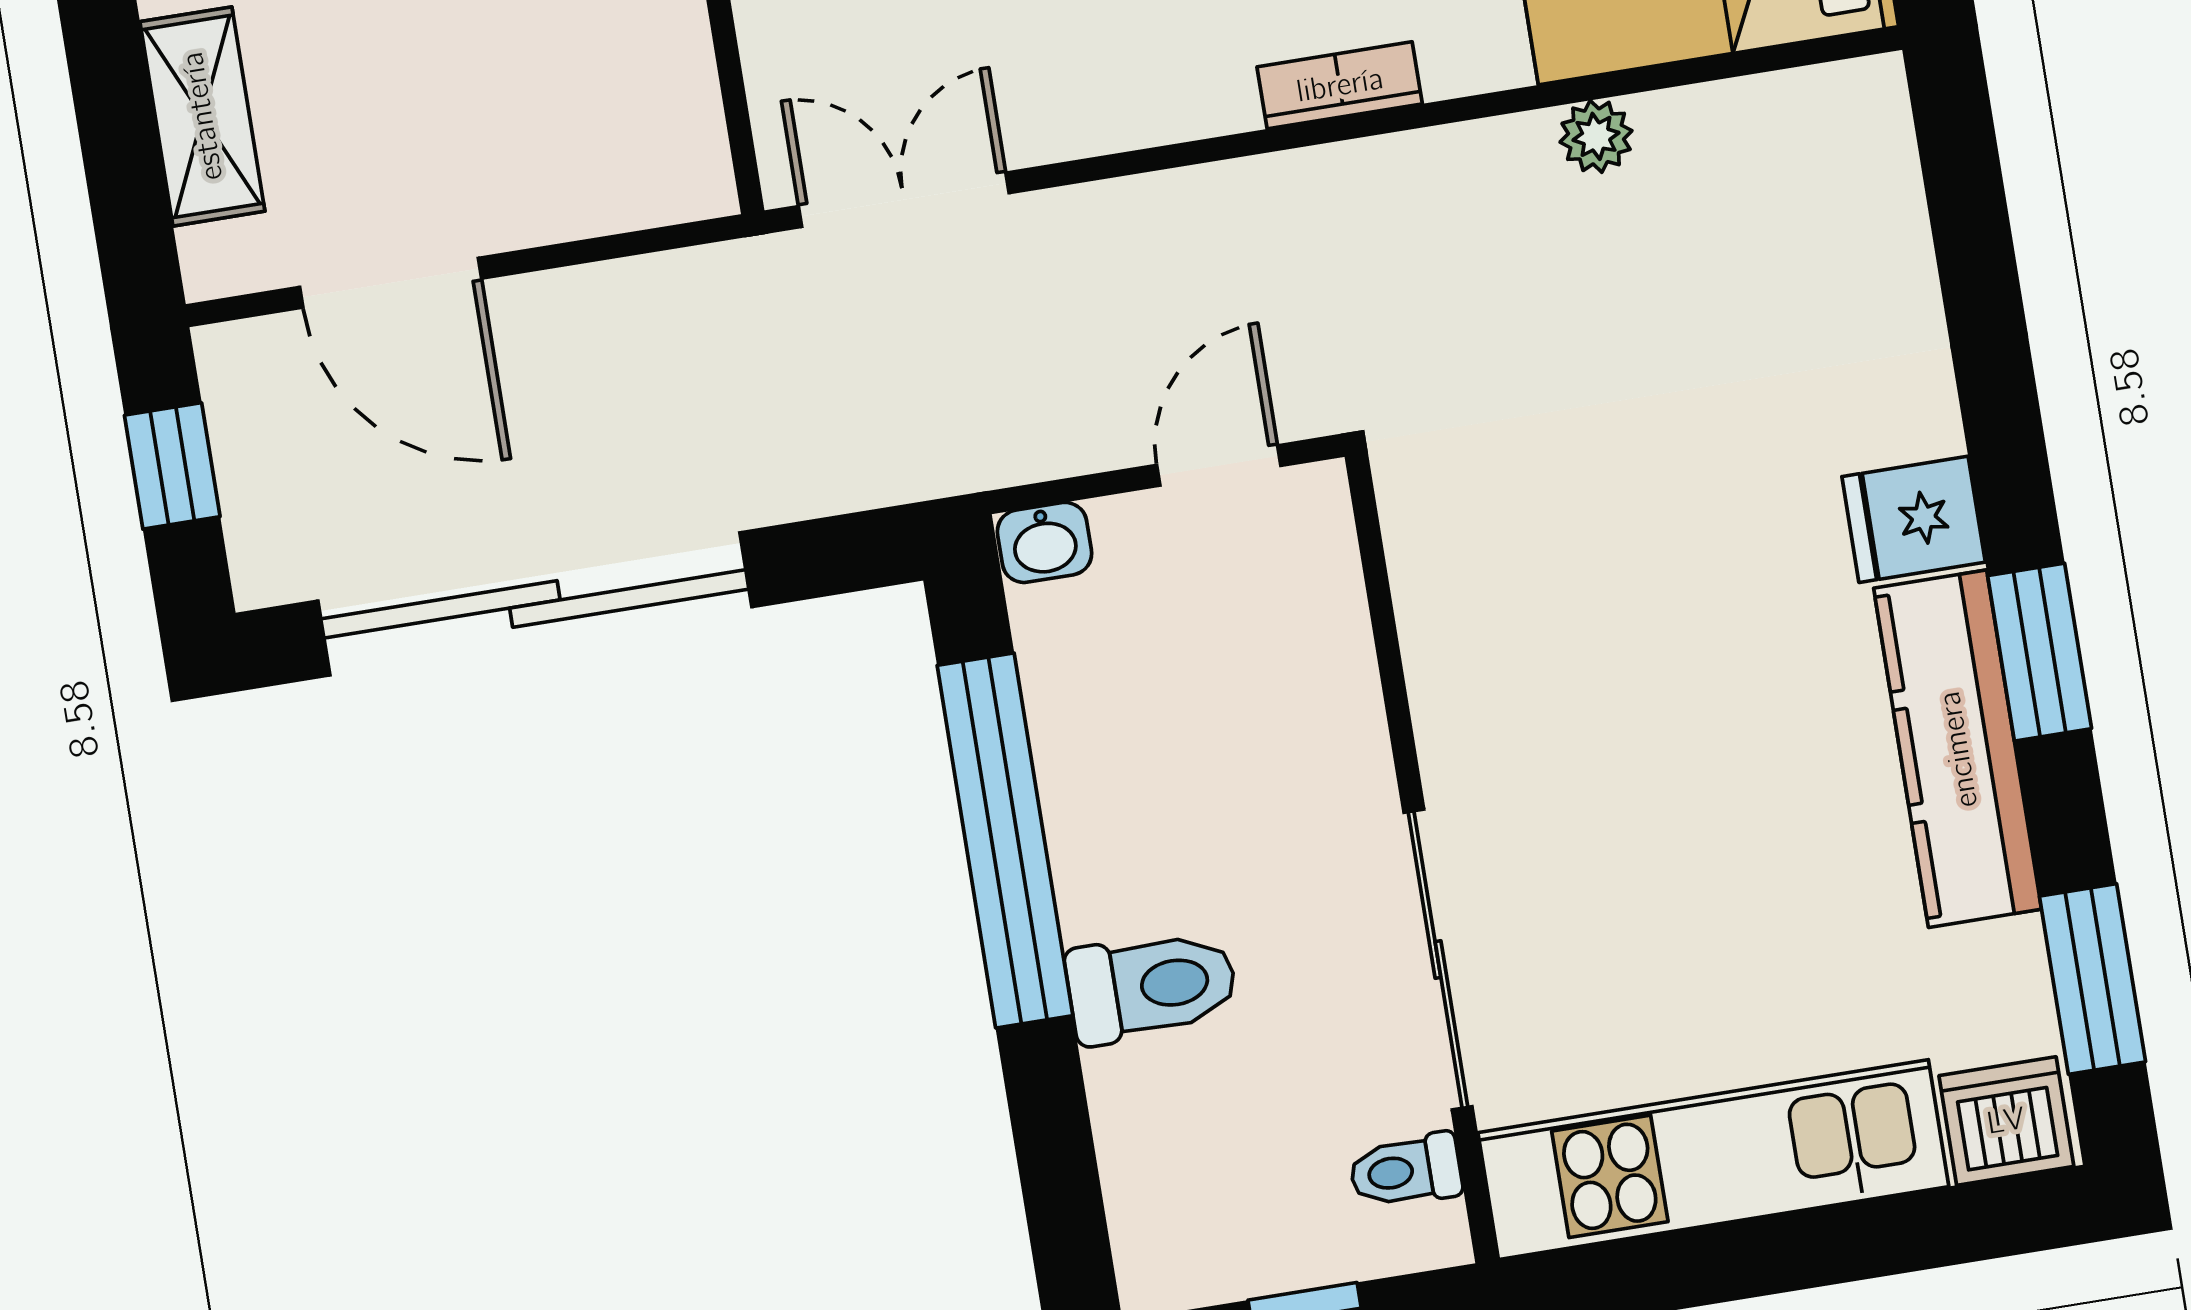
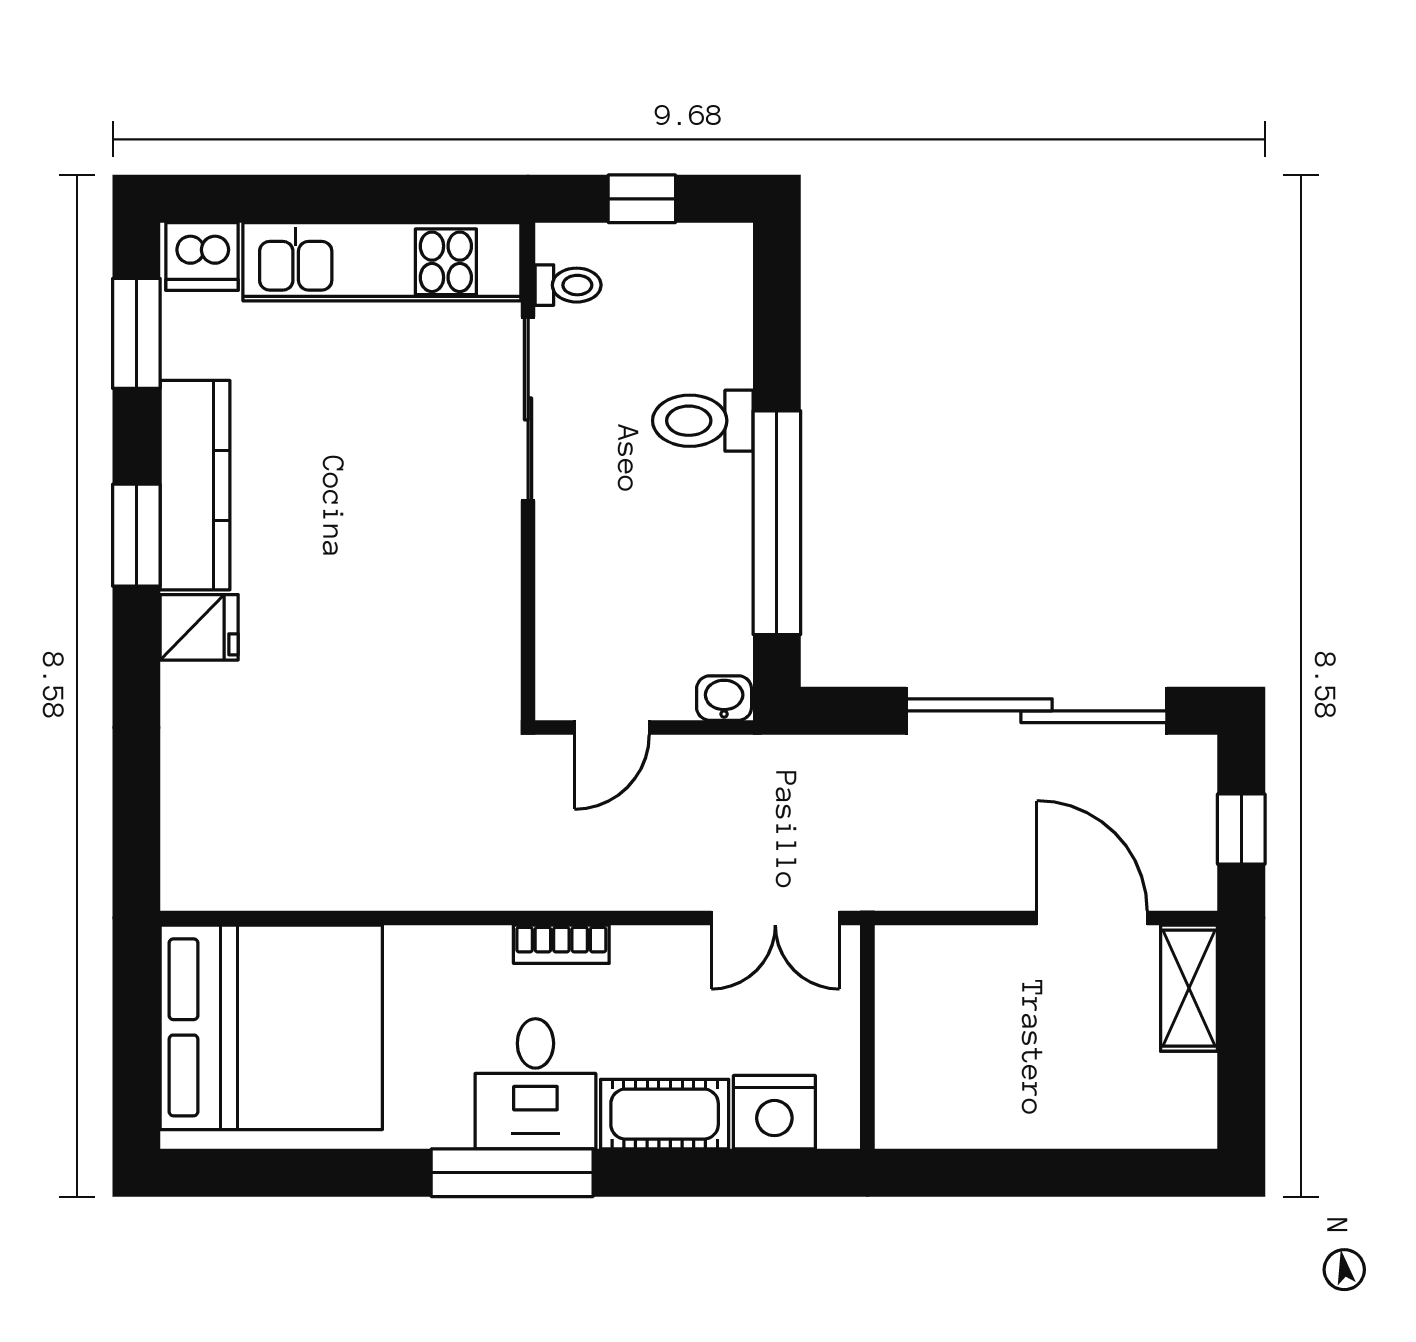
bookcase: (1340, 85) -> (561, 944), moved
shelving: (202, 116) -> (1189, 988), moved
plant: (1596, 136) -> (353, 889), removed

